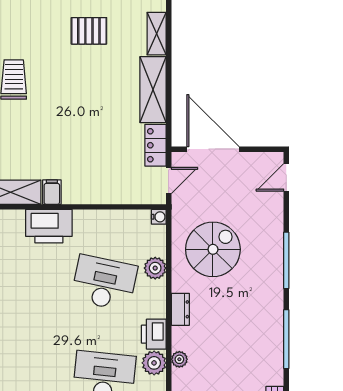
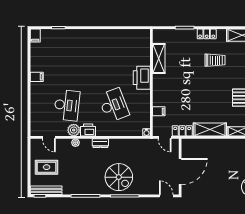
door: (213, 149) -> (180, 172), moved
filing cabinet: (52, 192) -> (159, 111), moved
spiral stairs: (213, 249) -> (119, 177), moved
plant: (155, 268) -> (121, 131), removed
desk: (104, 283) -> (114, 105), turned -33

